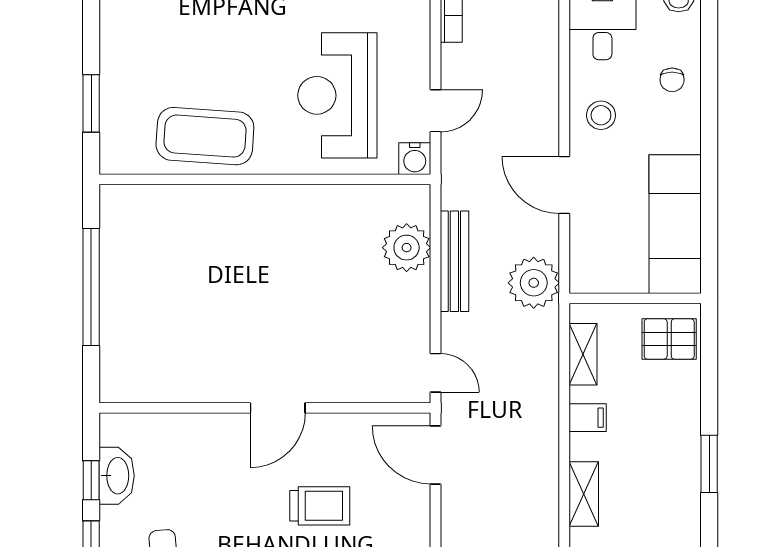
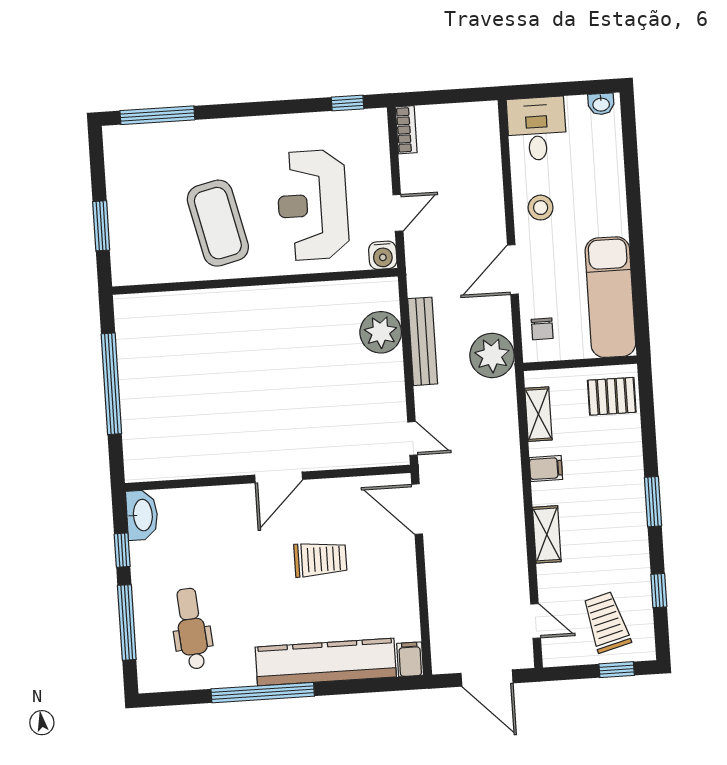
chair: (672, 80) -> (542, 329), moved
coffee table: (205, 136) -> (218, 223), moved, turned 73
door: (564, 185) -> (513, 270), hinge flipped
washbasin: (117, 476) -> (142, 515), moved

